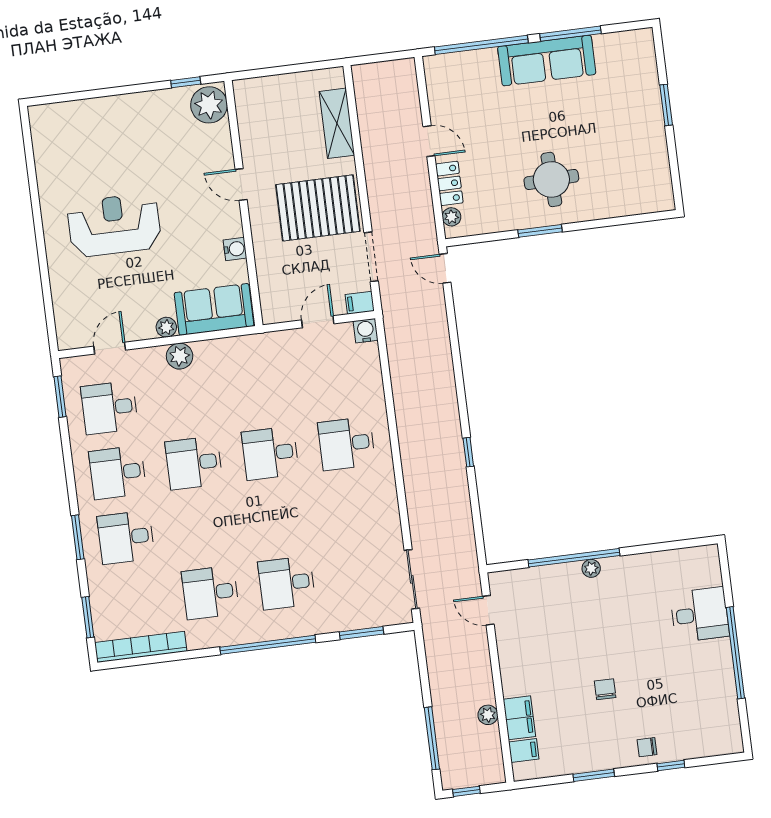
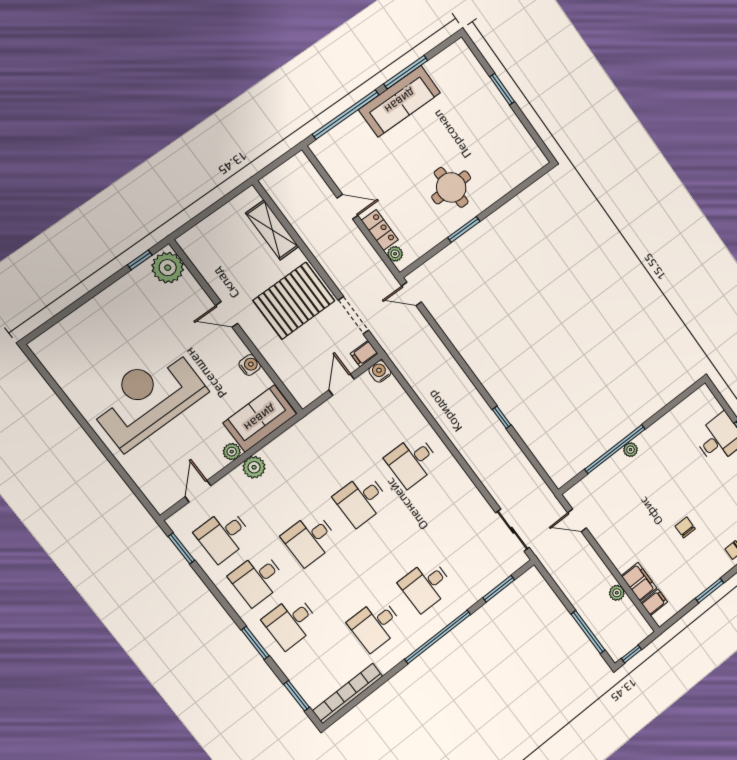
reception desk: (114, 225) -> (148, 398), width x1.36, depth x1.30

